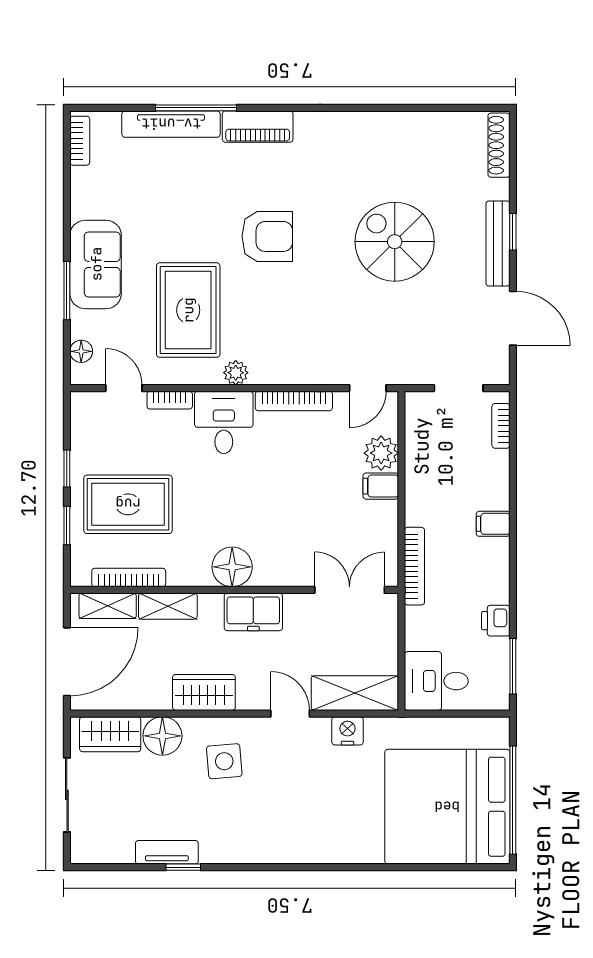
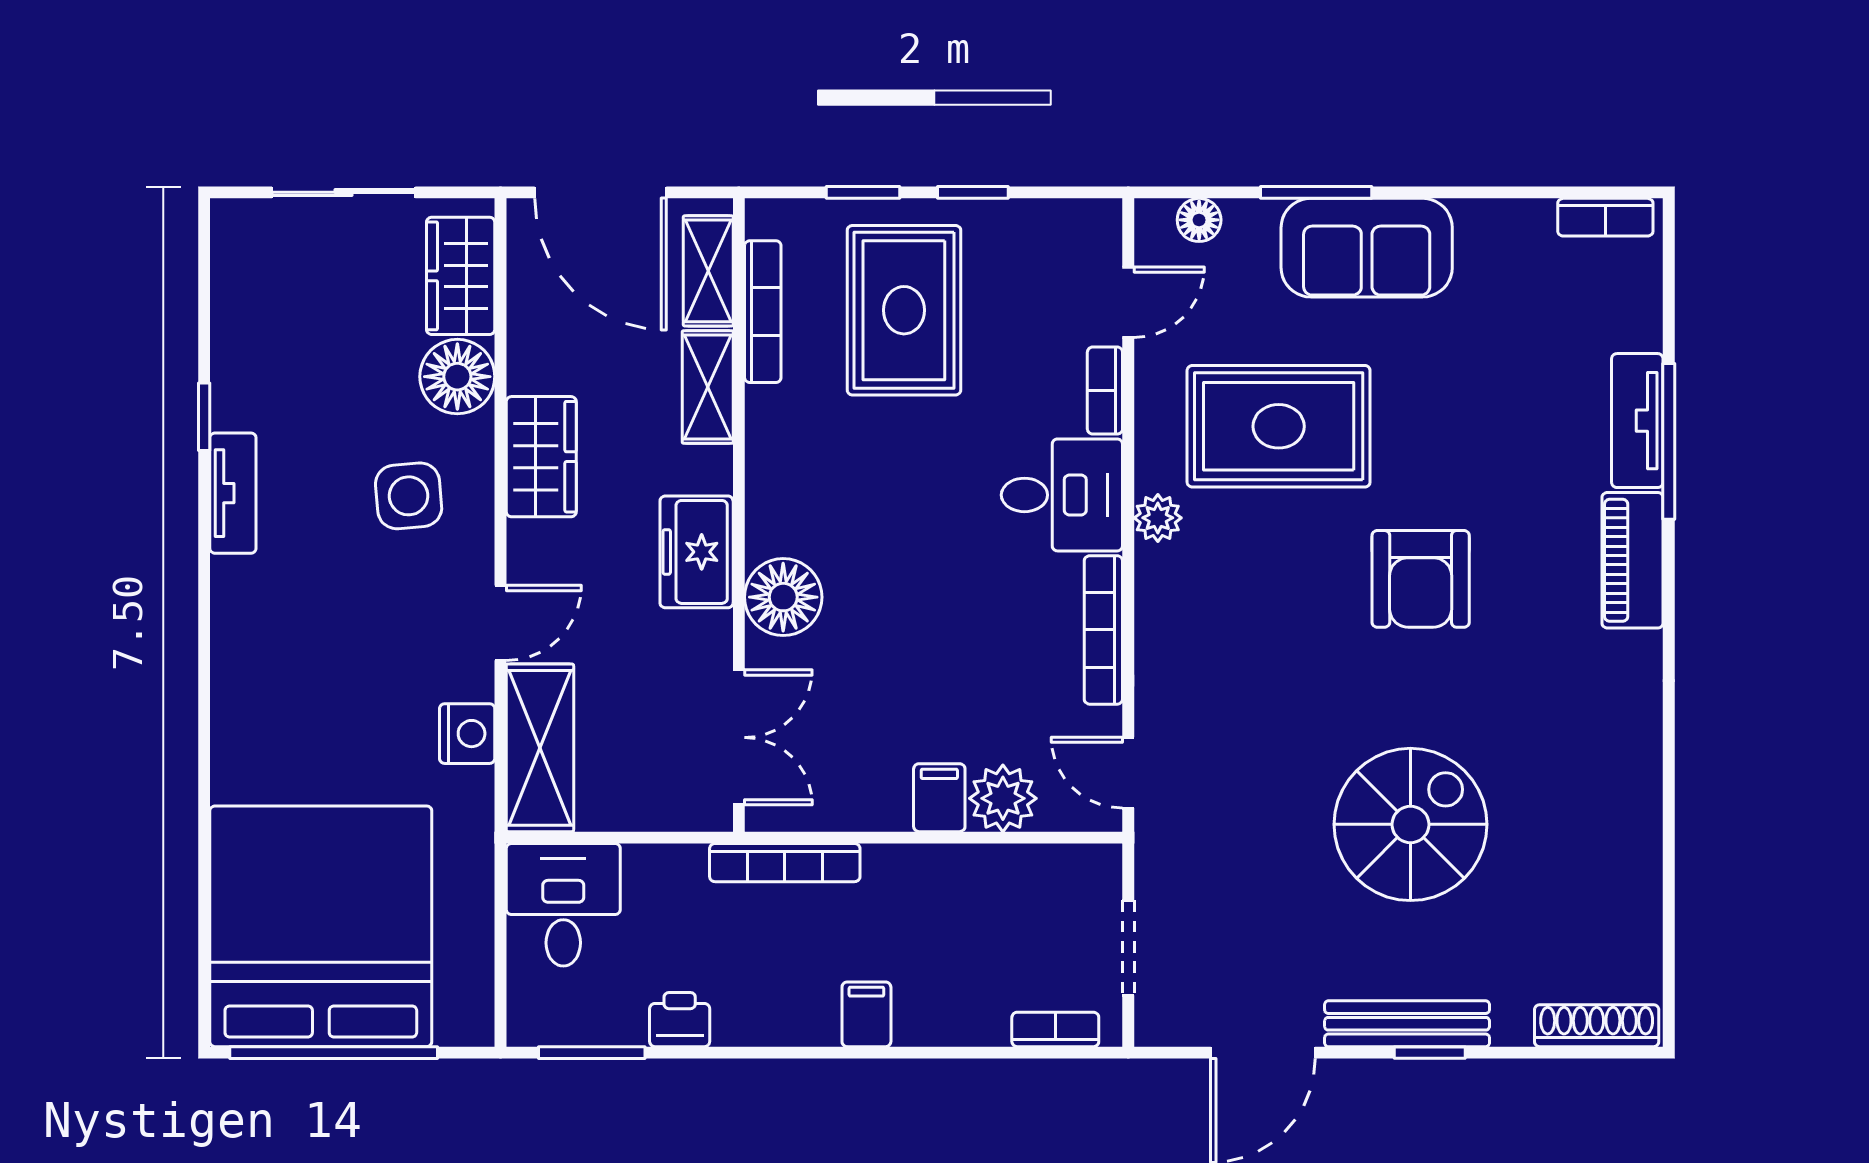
tv unit: (171, 124) -> (1637, 421), width x0.71
floor lamp: (232, 567) -> (783, 597), moved
tv unit: (167, 852) -> (233, 493), moved

